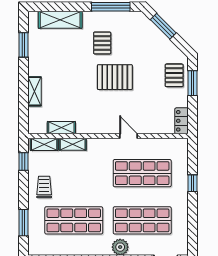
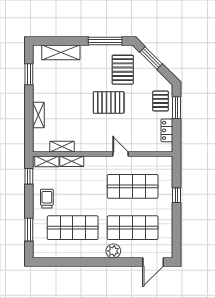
pallet: (102, 43) -> (123, 70), moved, width x1.50, depth x1.42
locker: (182, 121) -> (167, 130), moved

